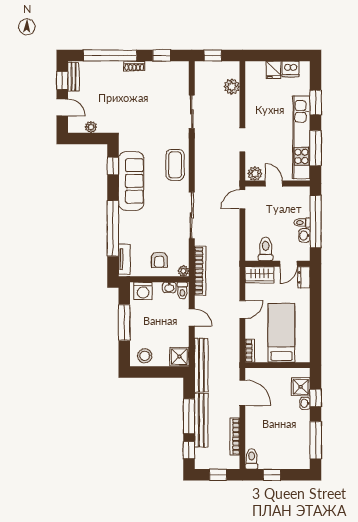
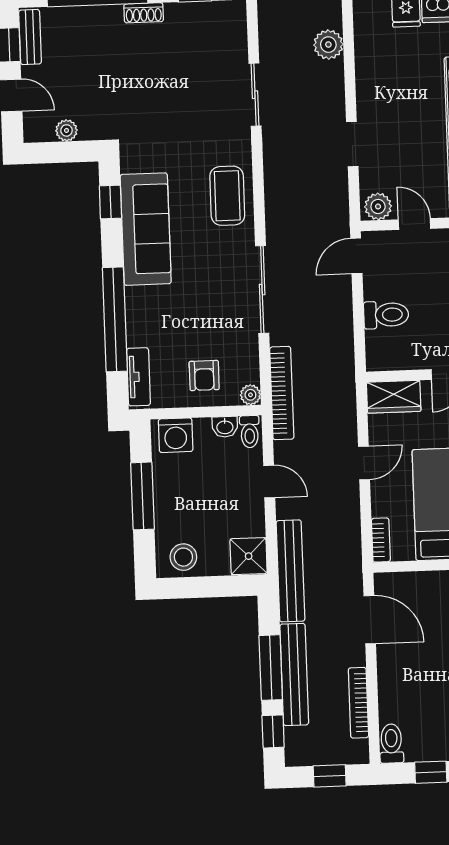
toilet: (266, 249) -> (386, 315), moved, turned 90

